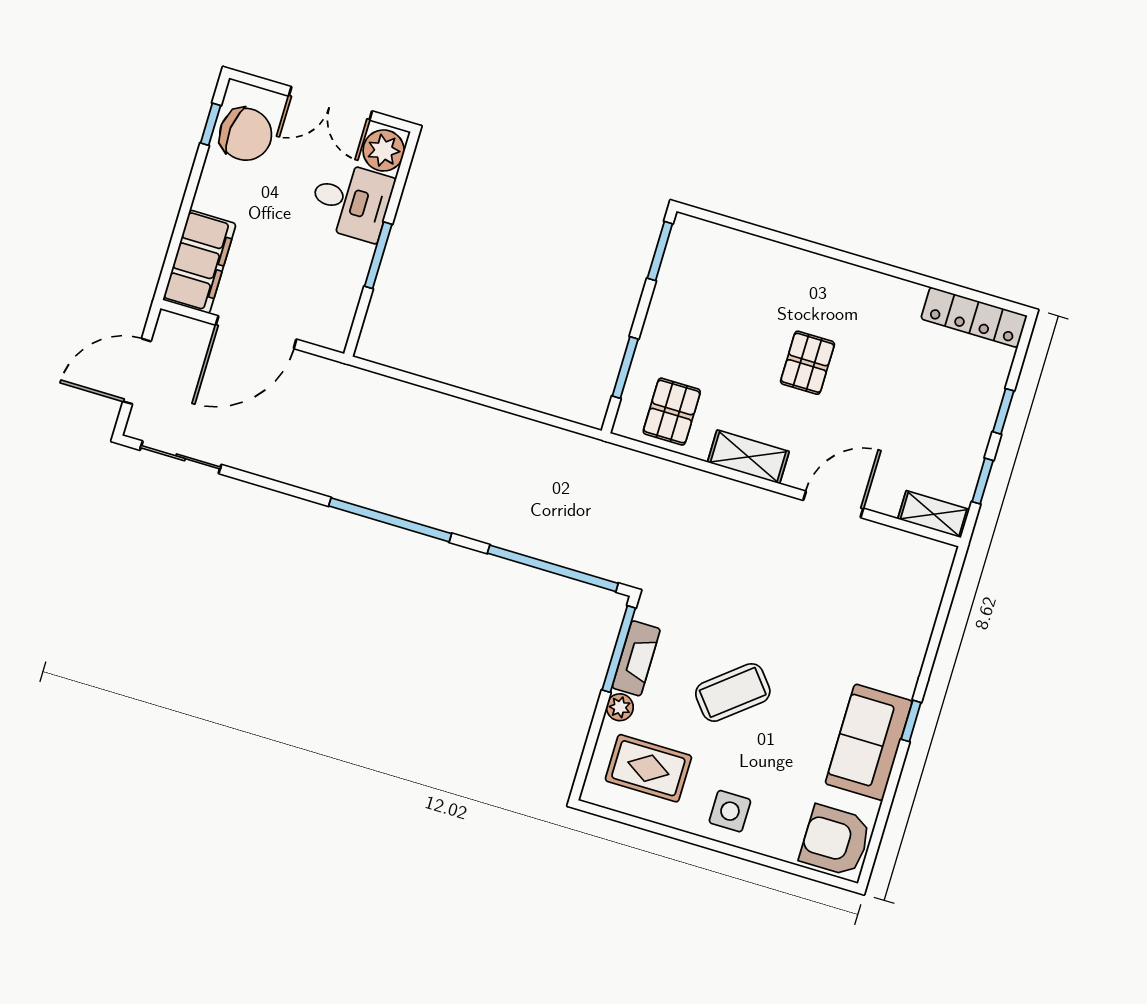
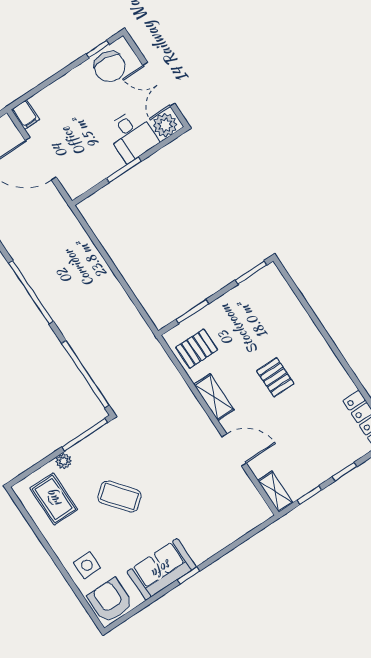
filing cabinet: (199, 262) -> (25, 115), width x0.33, depth x0.86
pallet: (807, 363) -> (275, 377), turned 90
fireplace: (636, 658) -> (89, 445), removed
side table: (730, 811) -> (87, 565), moved

